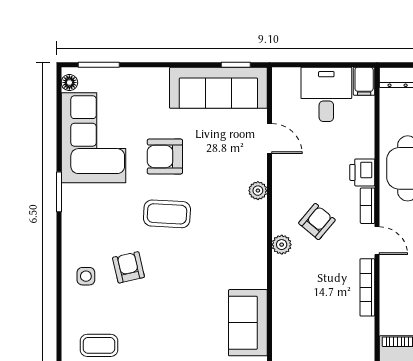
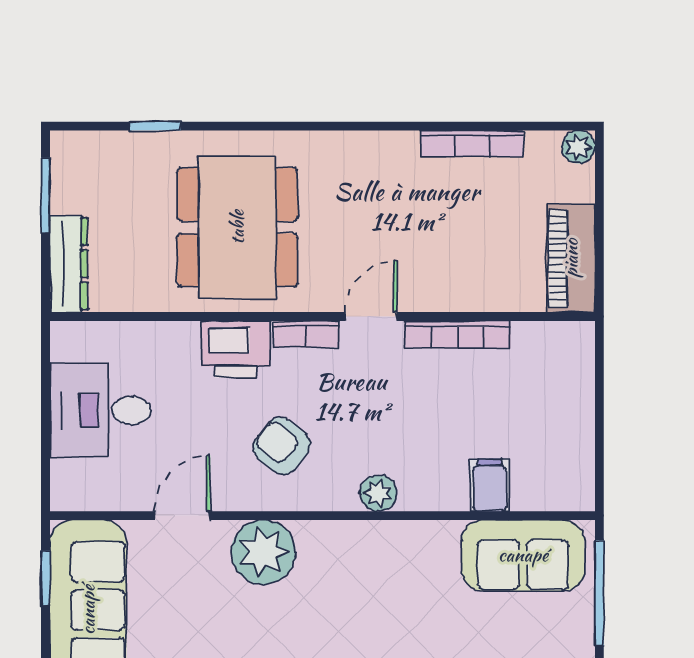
filing cabinet: (364, 81) -> (490, 485), moved, turned -90
printer: (362, 172) -> (236, 349), width x1.36, depth x1.24
plant: (258, 191) -> (263, 552), width x1.88, depth x1.88
armchair: (317, 222) -> (282, 446), moved

